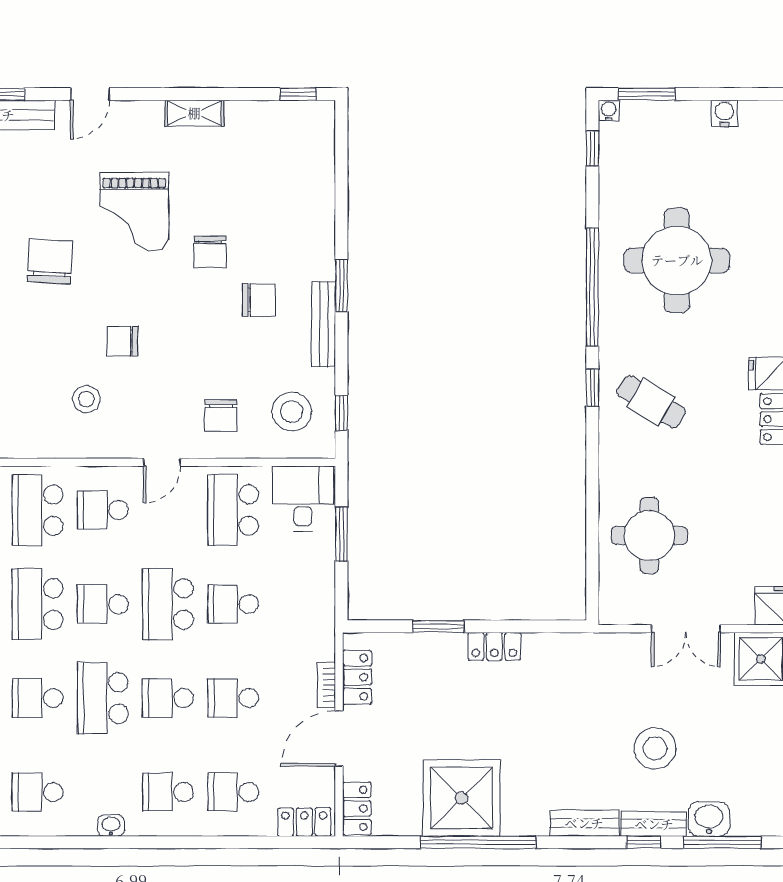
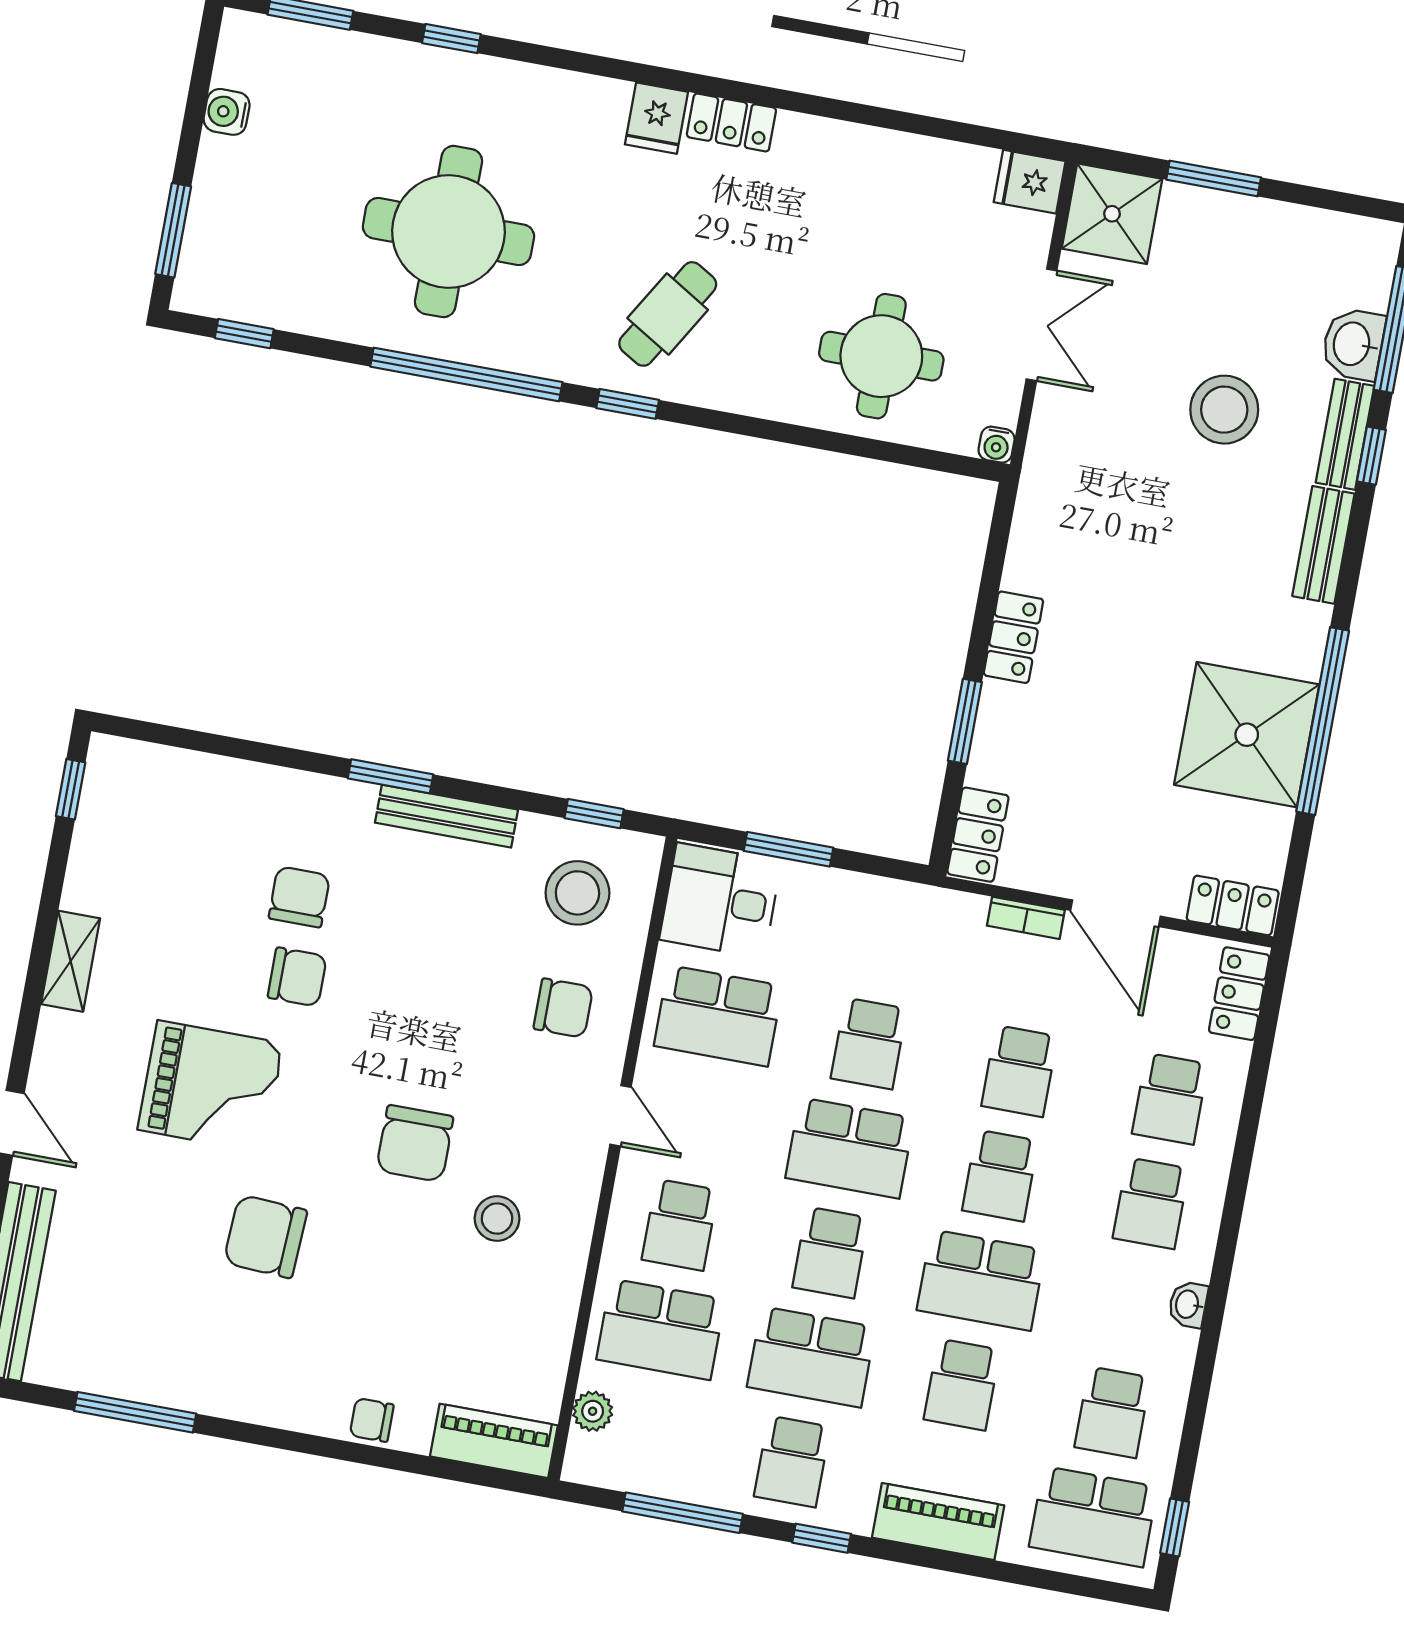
water cooler: (609, 110) -> (997, 445), moved, turned -90
chair: (259, 300) -> (299, 897), moved
chair: (123, 341) -> (415, 1143), width x1.37, depth x1.37
locker: (357, 677) -> (978, 835), moved, turned 90

